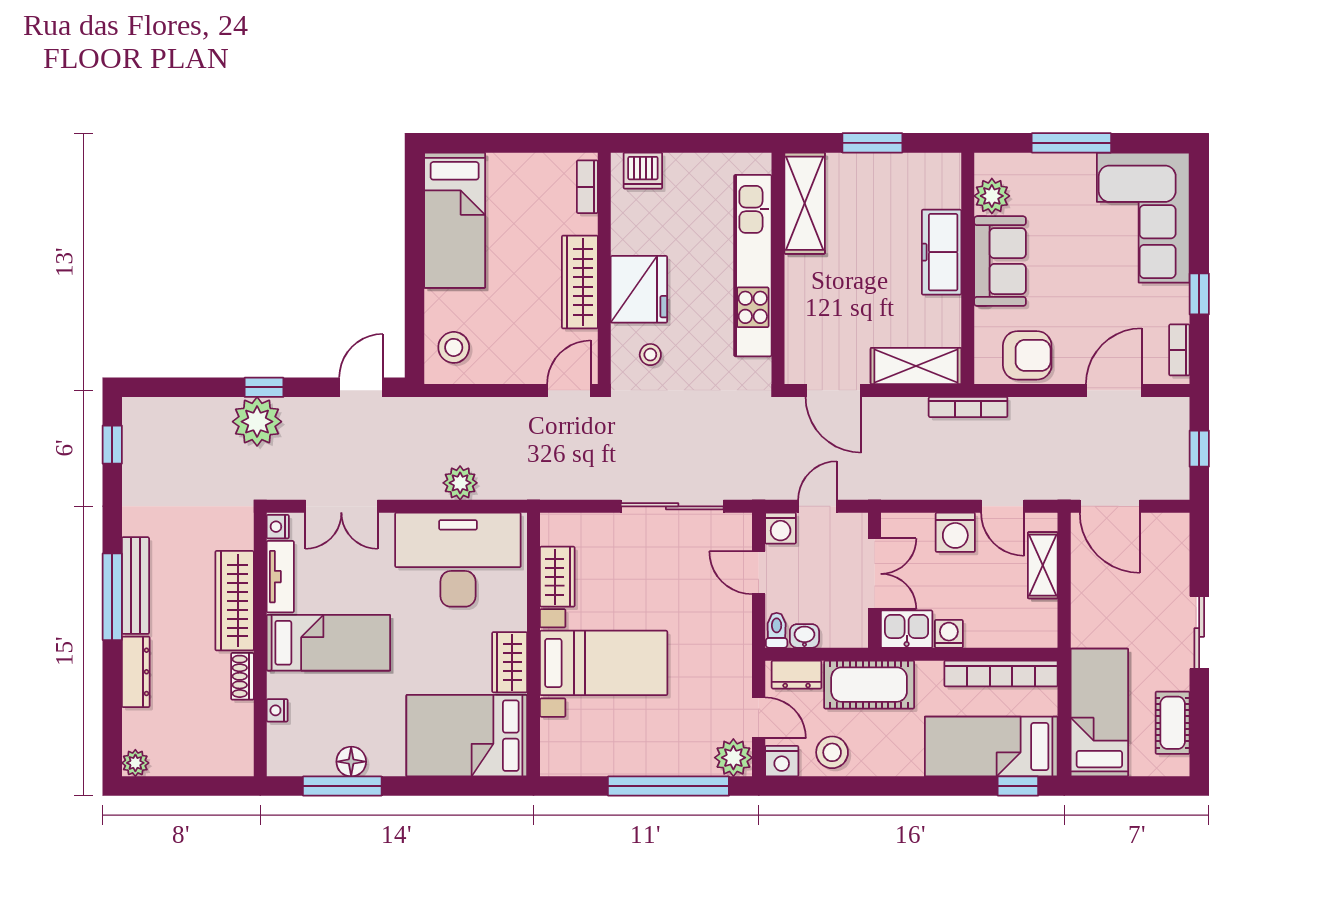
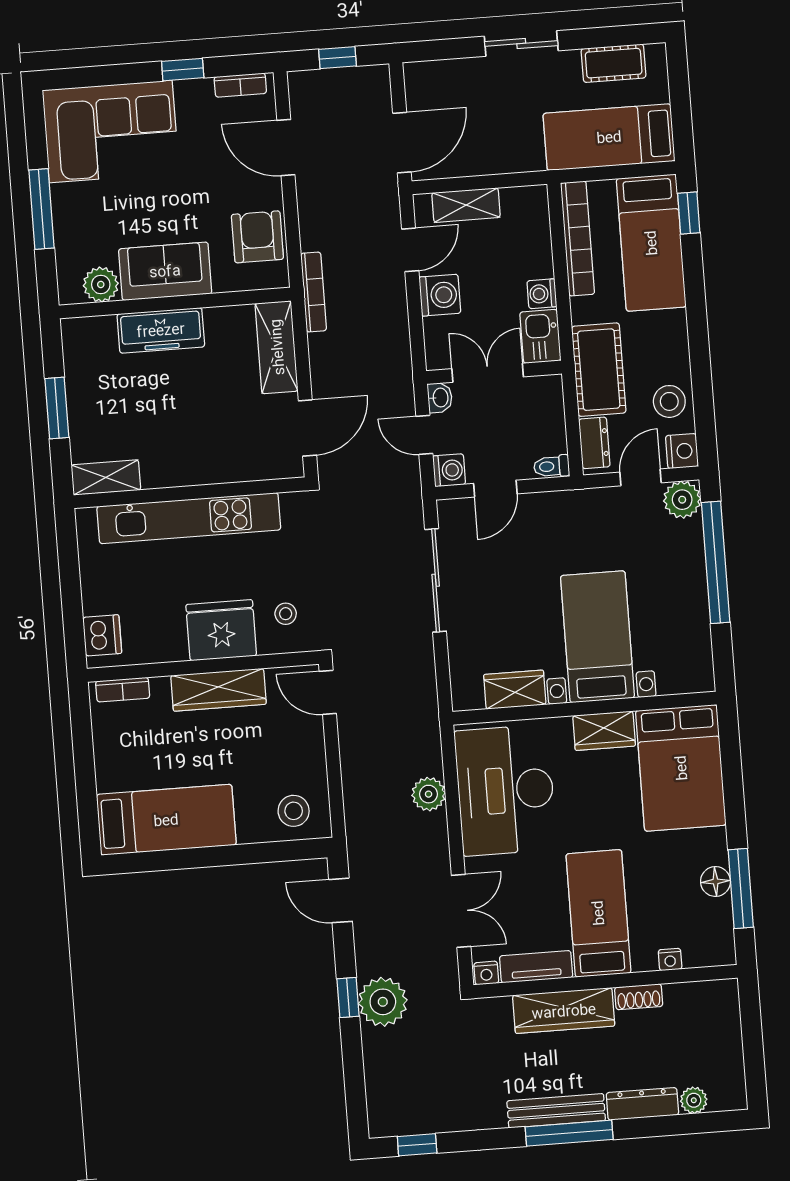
shelving: (805, 203) -> (106, 477), width x0.67, depth x0.75
washbasin: (804, 636) -> (440, 398), moved, turned 180
plant: (135, 763) -> (694, 1100), moved

